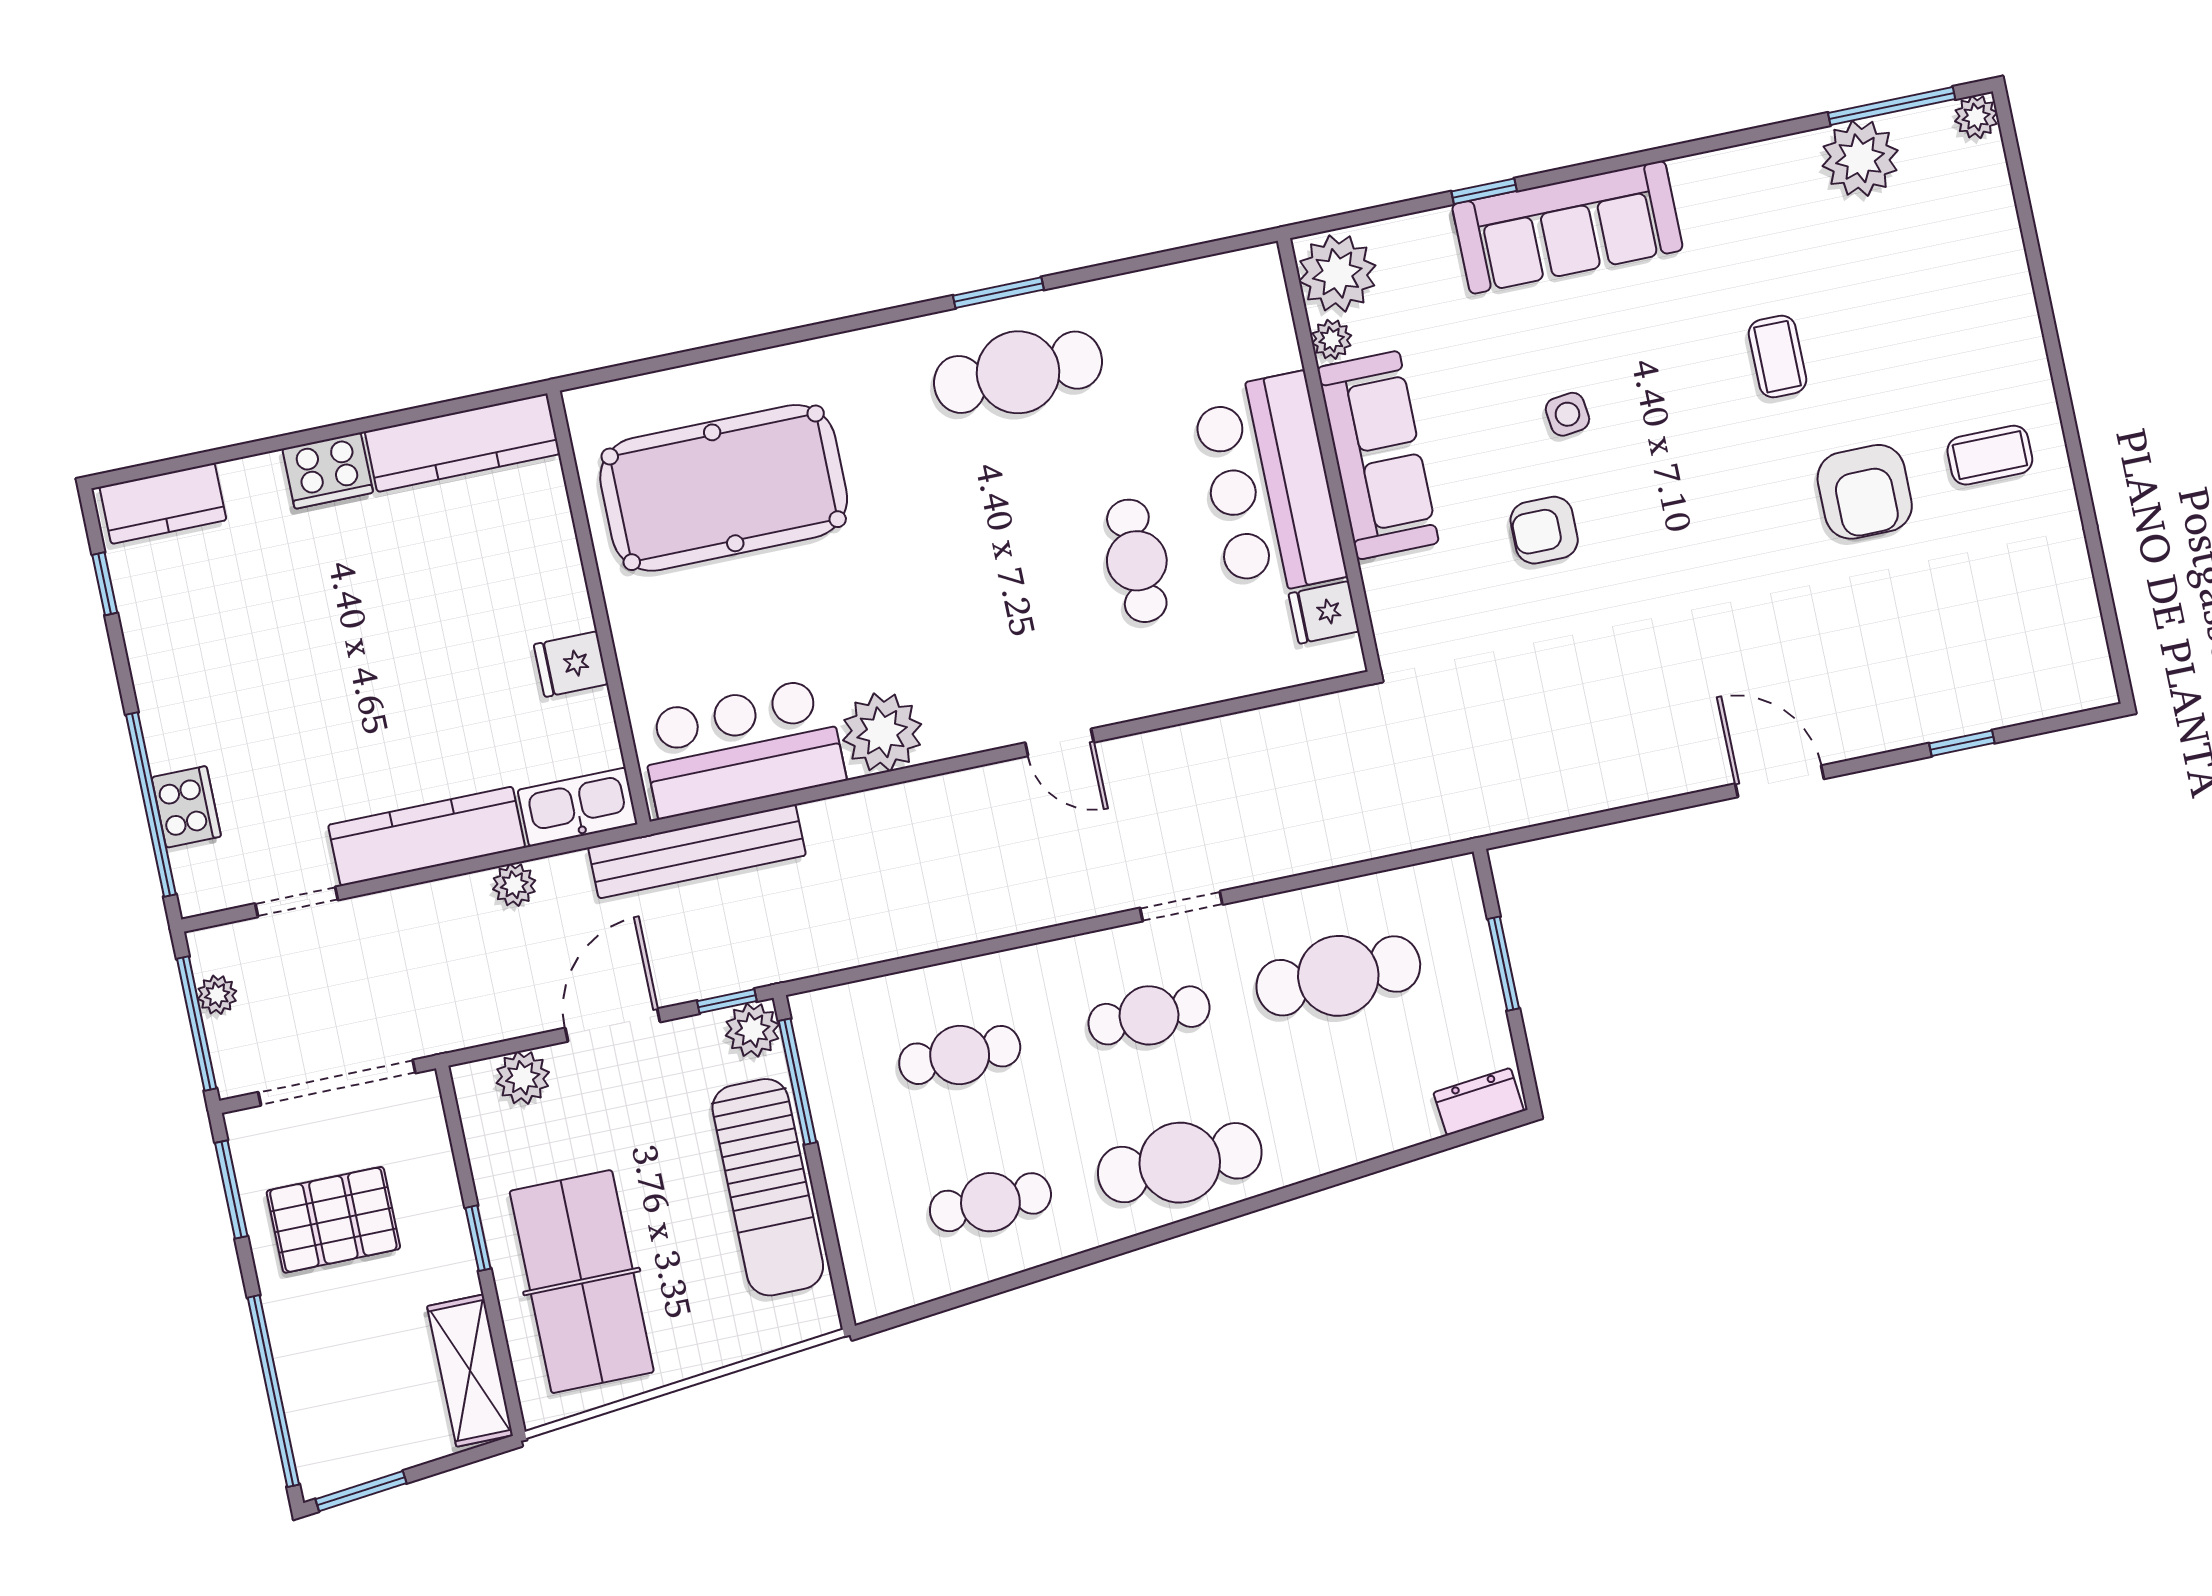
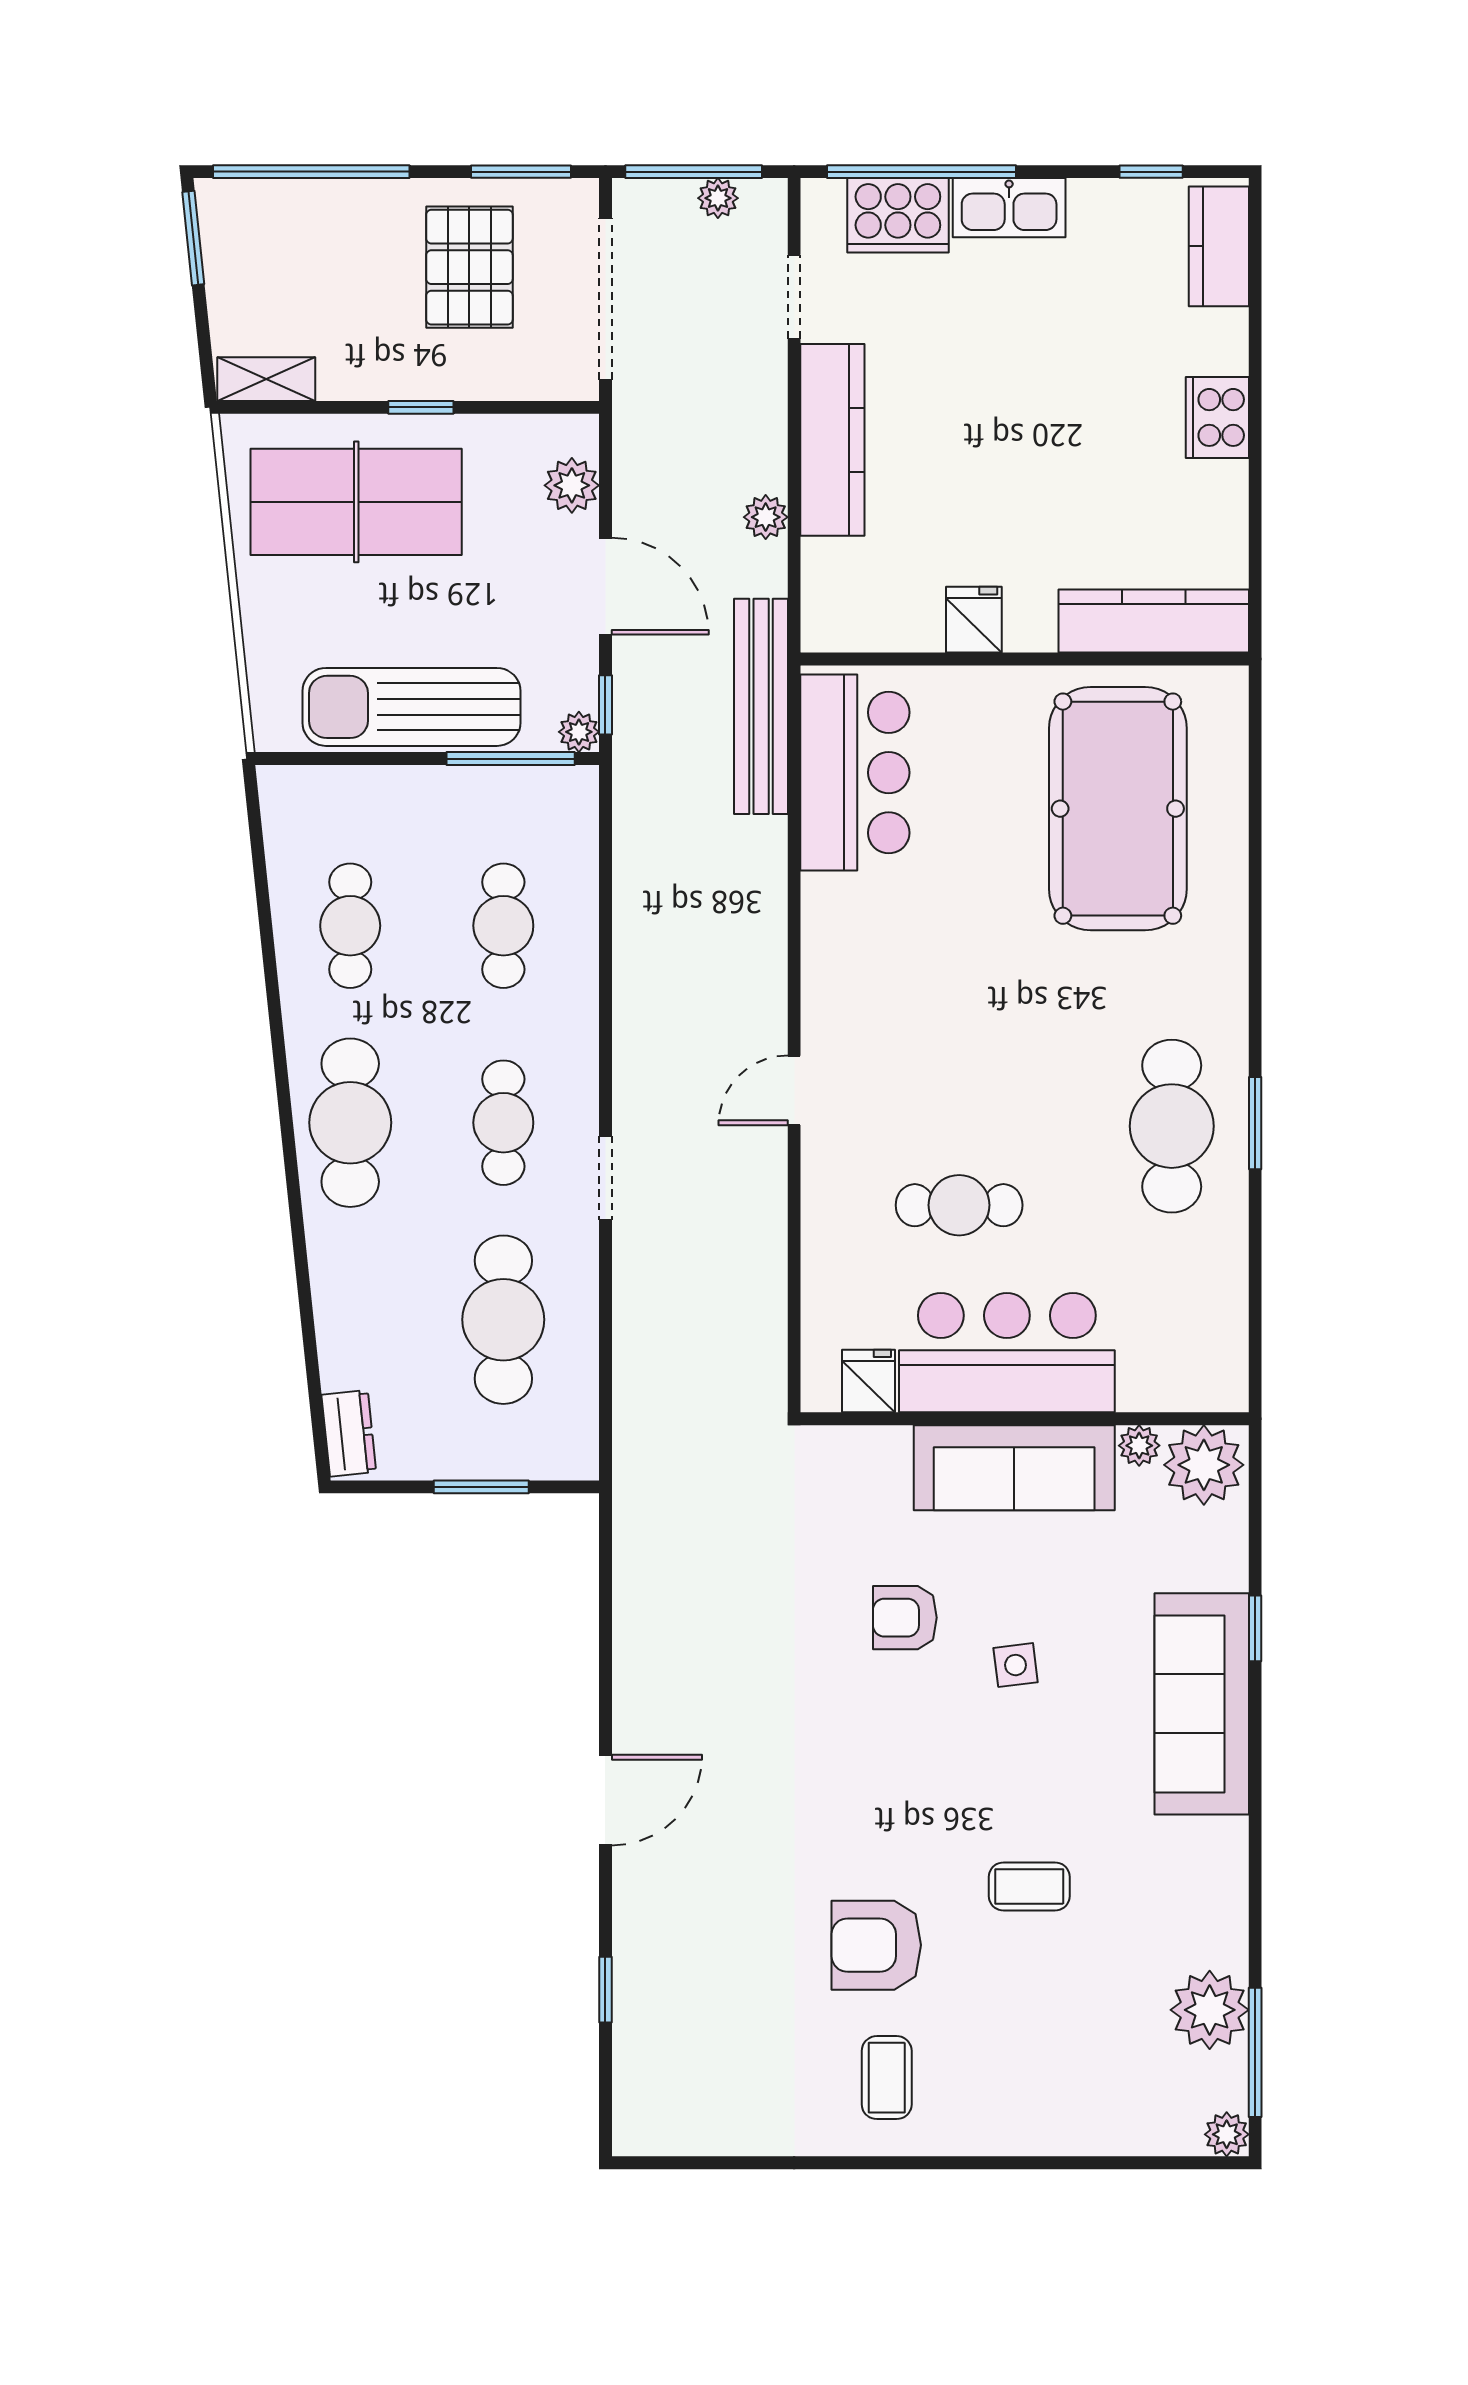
kitchen counter: (462, 443) -> (1154, 621), moved, turned 90
armchair: (1544, 530) -> (905, 1618), turned -90
plant: (882, 732) -> (841, 916), removed
cooker: (186, 807) -> (898, 215), width x1.37, depth x1.31
kitchen sink: (577, 807) -> (1009, 208), moved, turned 90
plant: (752, 1030) -> (579, 732), width x0.73, depth x0.73
shelving: (470, 1371) -> (266, 379), width x0.67, depth x0.75

